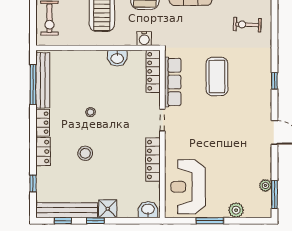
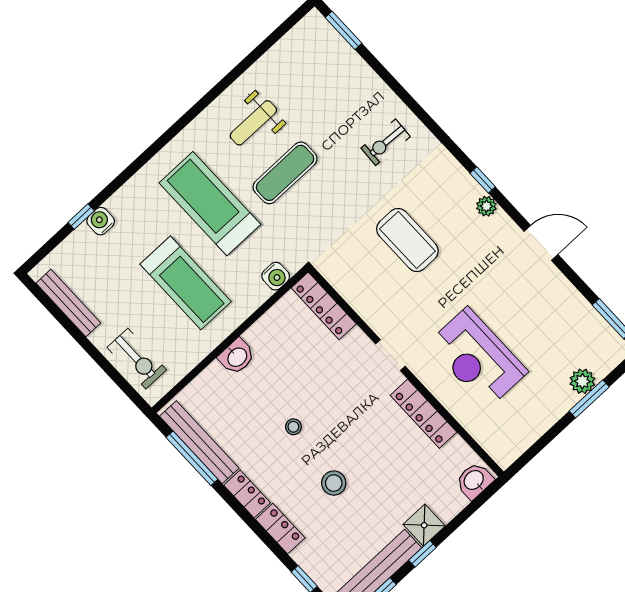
washbasin: (117, 58) -> (237, 357), moved
row of seats: (173, 82) -> (360, 297), removed
plant: (265, 185) -> (486, 206), moved
reception desk: (188, 187) -> (477, 358), moved
window: (210, 221) -> (589, 399), moved

